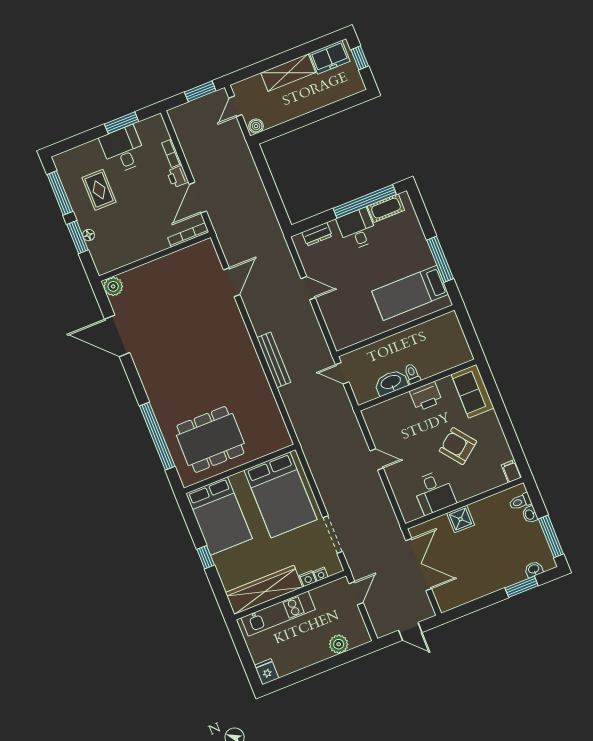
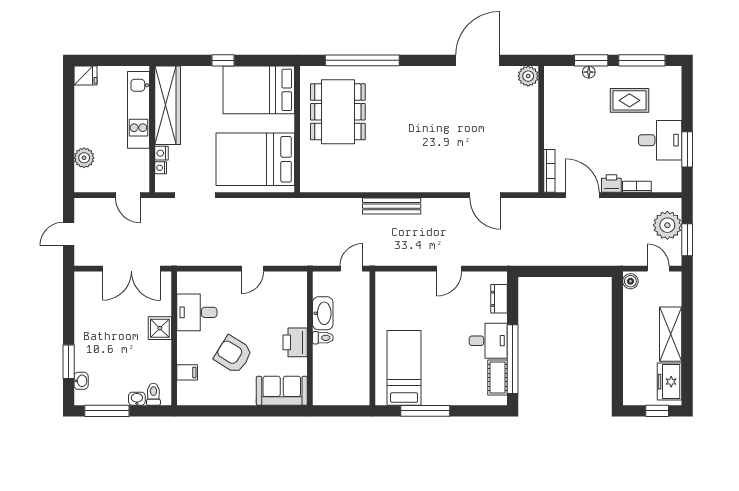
plant: (194, 113) -> (667, 225), added
armchair: (458, 446) -> (233, 354), turned -110
filing cabinet: (511, 471) -> (187, 372), moved

